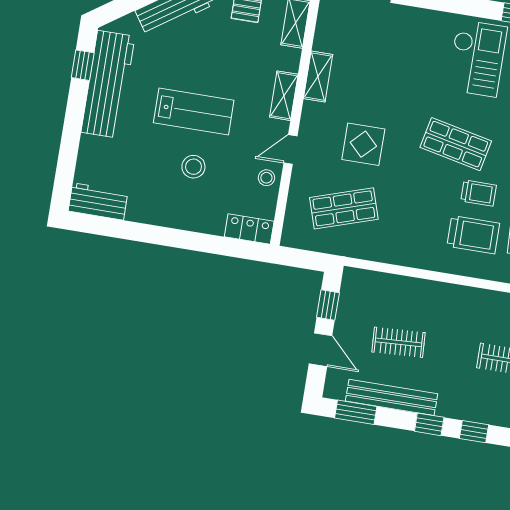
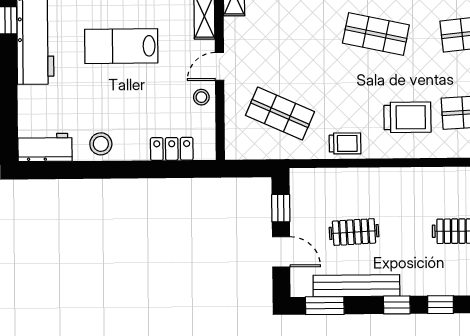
lab bench: (194, 112) -> (121, 46), turned 180
display table: (363, 144) -> (288, 49), removed
stool: (193, 167) -> (101, 144), moved
trolley: (479, 193) -> (345, 143), moved
shop shelf: (344, 208) -> (280, 114), turned 42
locker: (249, 229) -> (172, 149), moved

